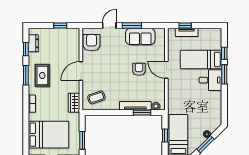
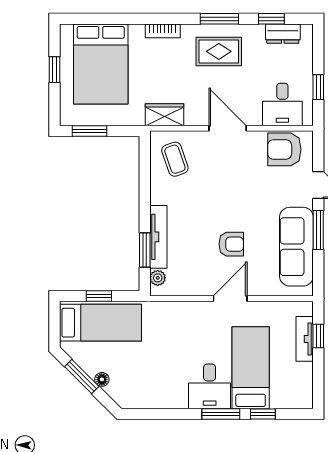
sofa: (140, 36) -> (296, 247), width x1.36
armchair: (91, 43) -> (284, 149), turned 180
desk: (69, 44) -> (282, 104), added

